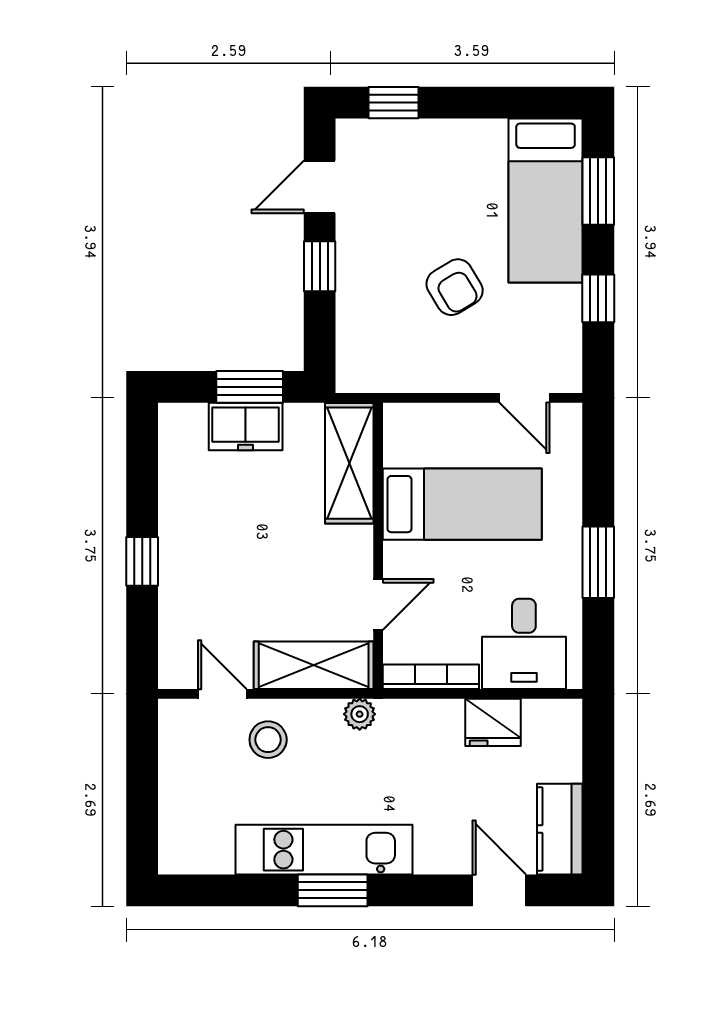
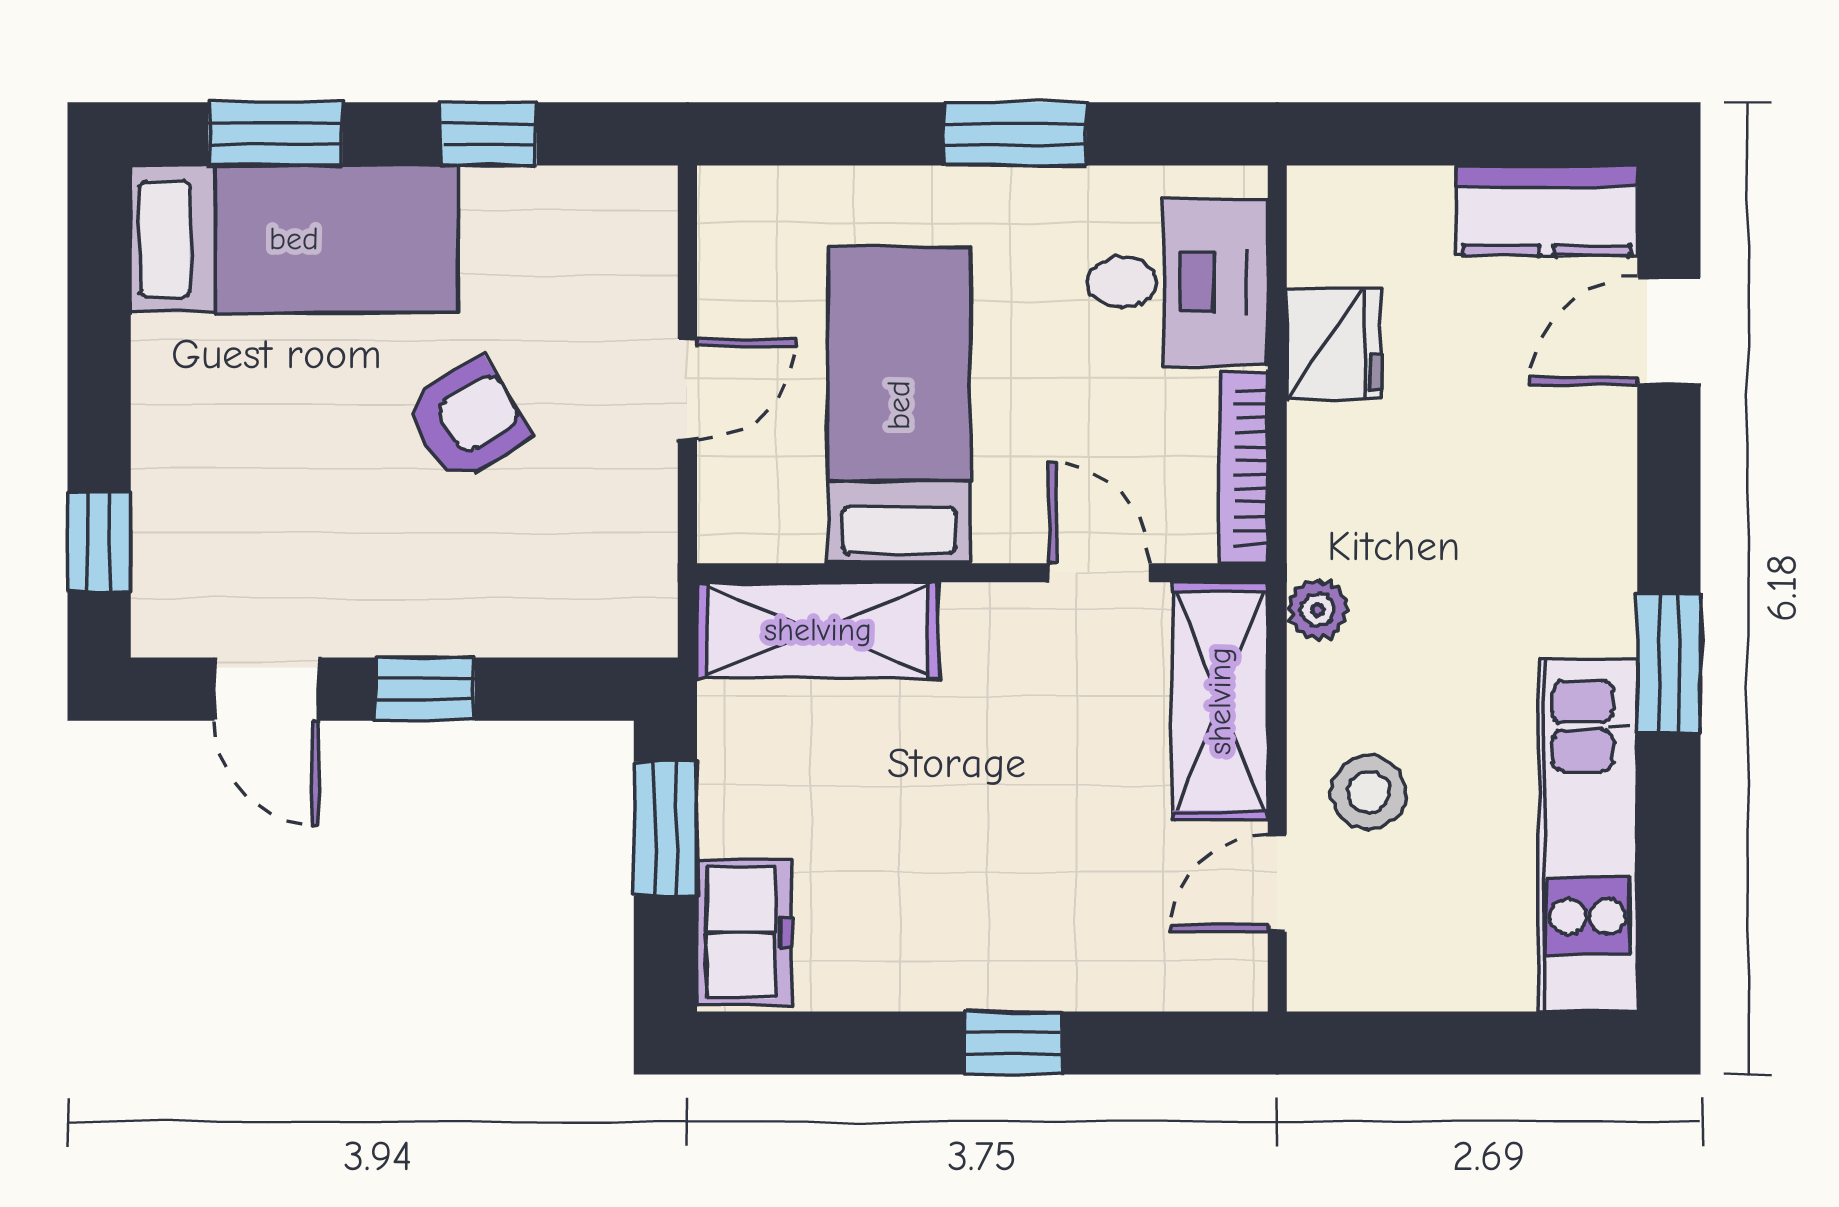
door: (525, 398) -> (687, 389), moved
freezer: (246, 426) -> (744, 932), moved
kitchen unit: (324, 850) -> (1588, 835), moved

